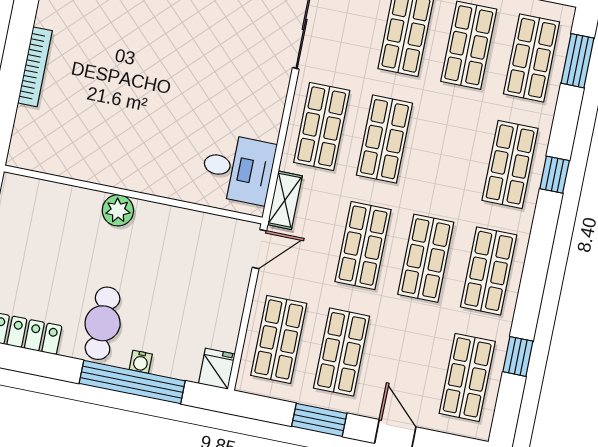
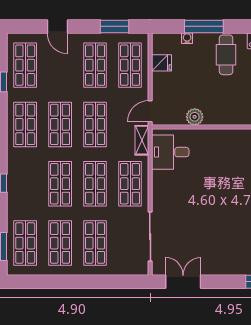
shop shelf: (510, 164) -> (60, 184), moved
plant: (118, 210) -> (195, 117), moved
water cooler: (141, 362) -> (187, 38), moved
fridge: (217, 369) -> (162, 63), moved, turned -90
window: (132, 382) -> (204, 26), width x0.68
window: (319, 420) -> (114, 26), moved

